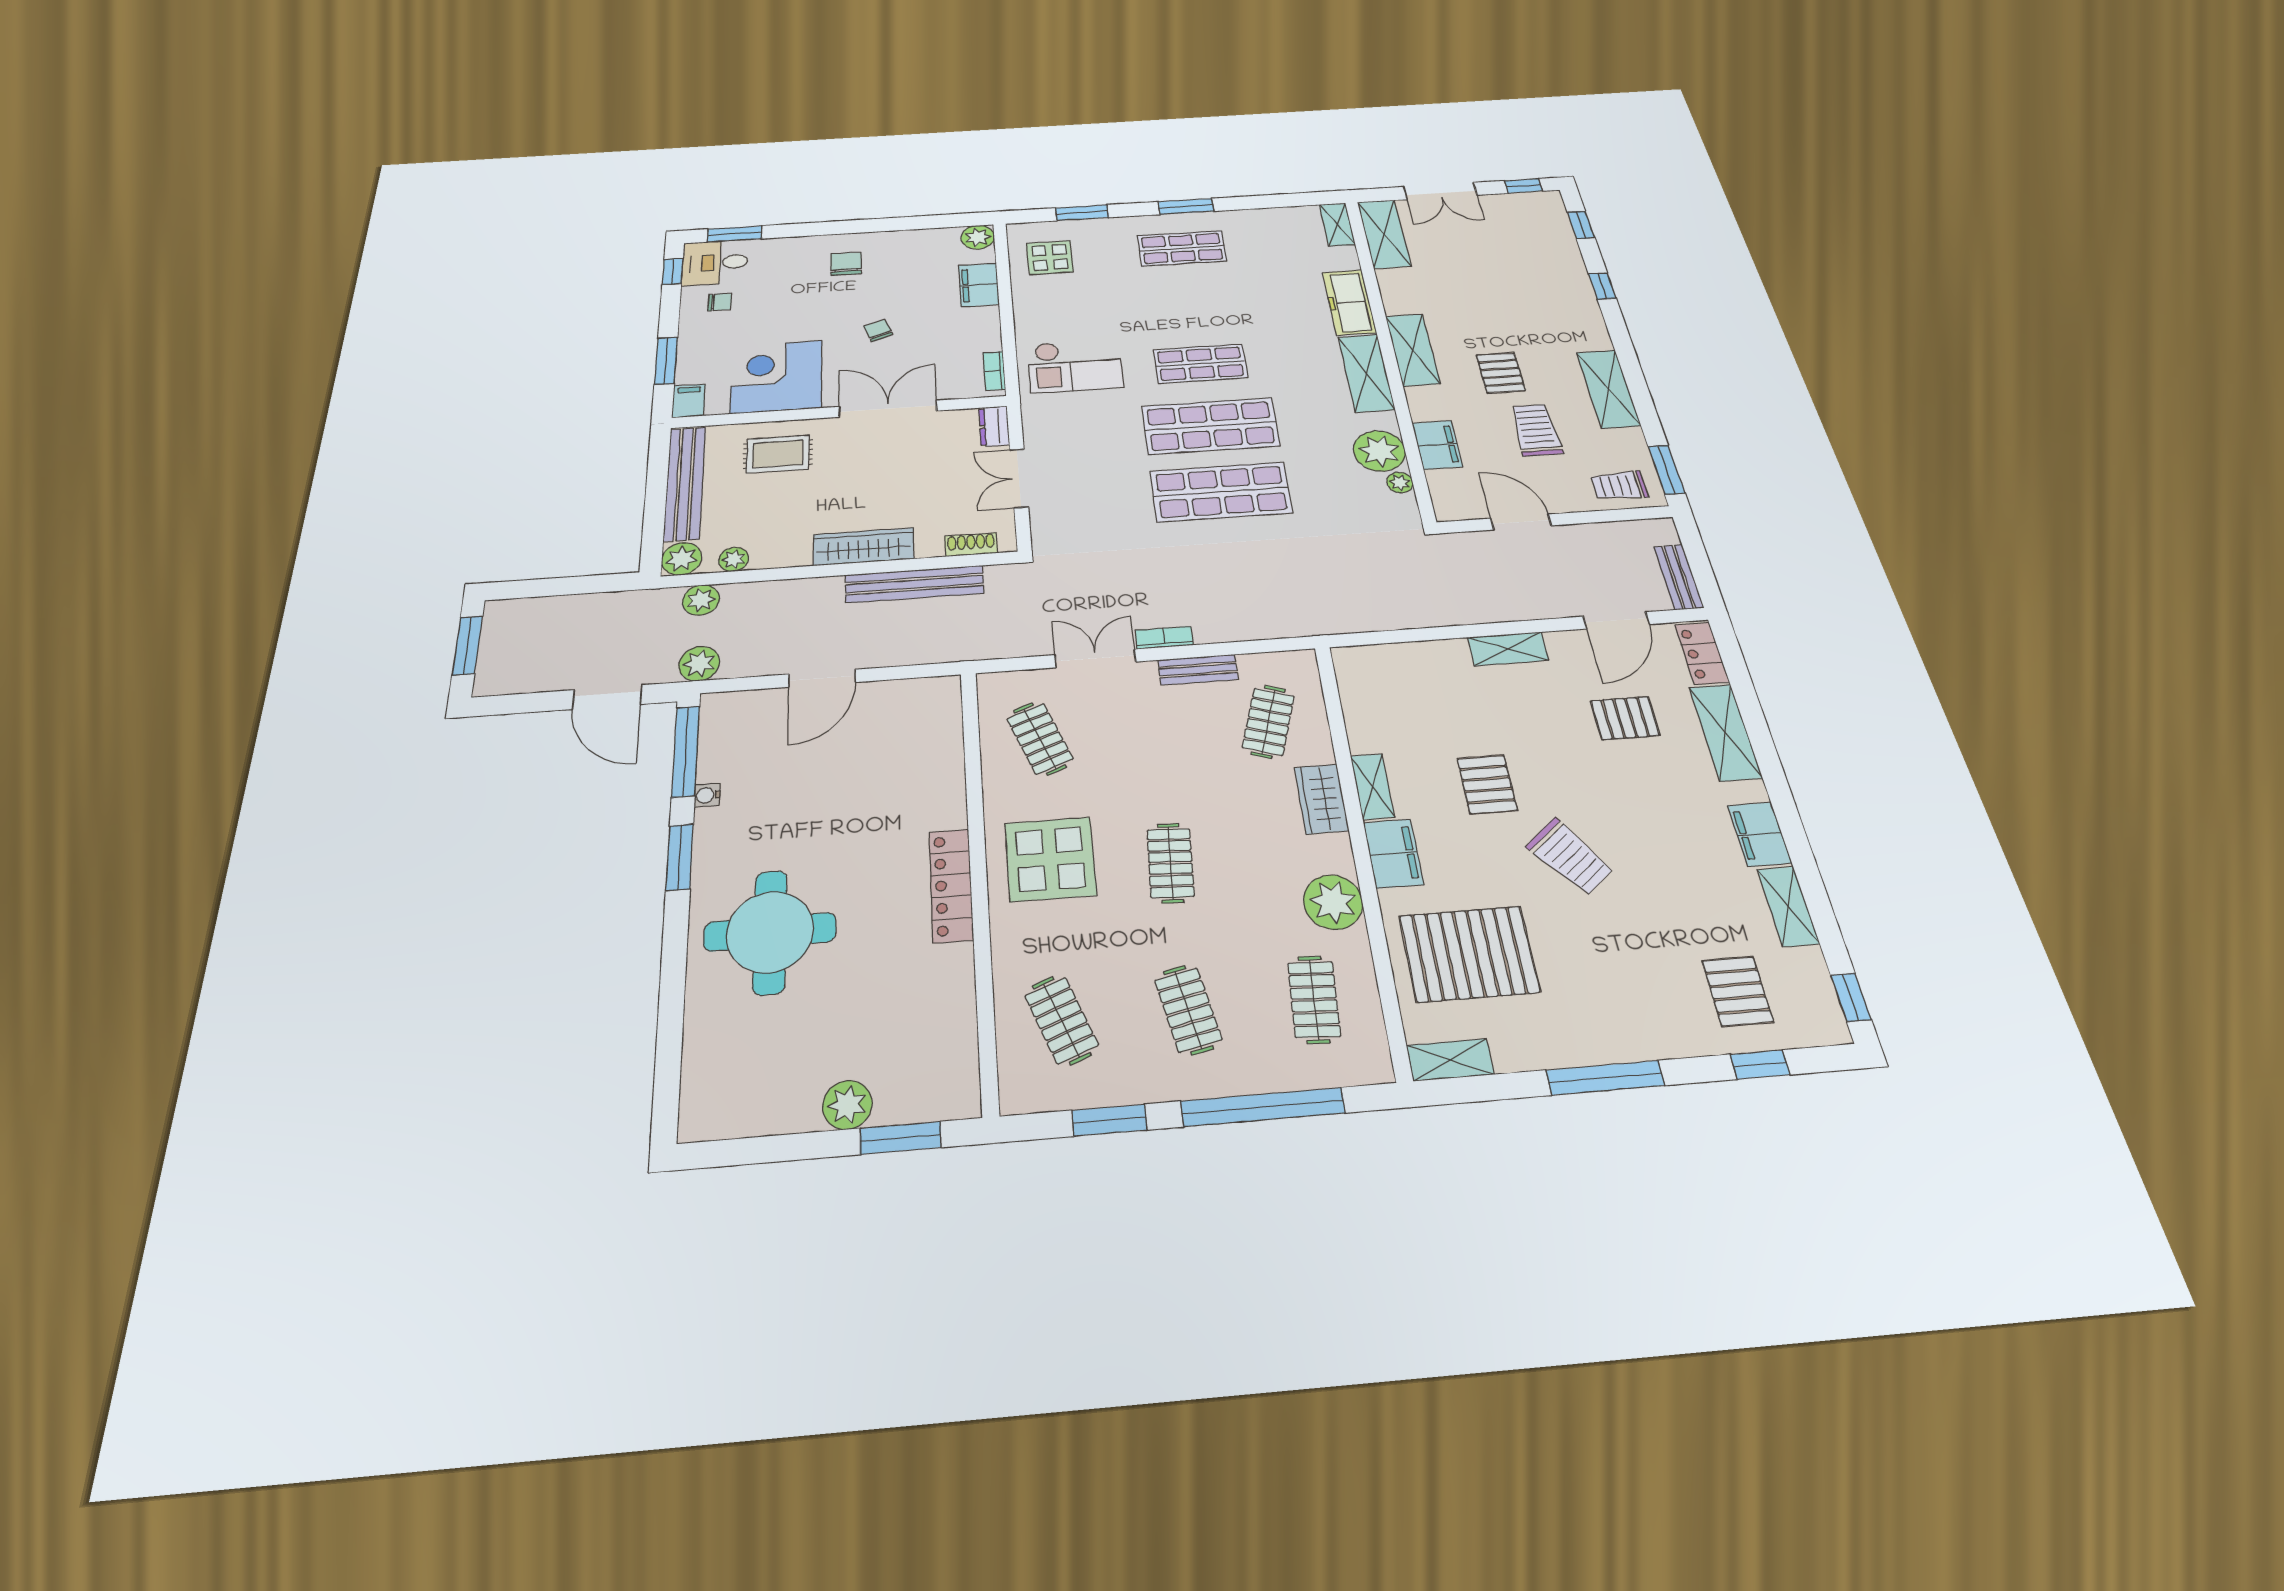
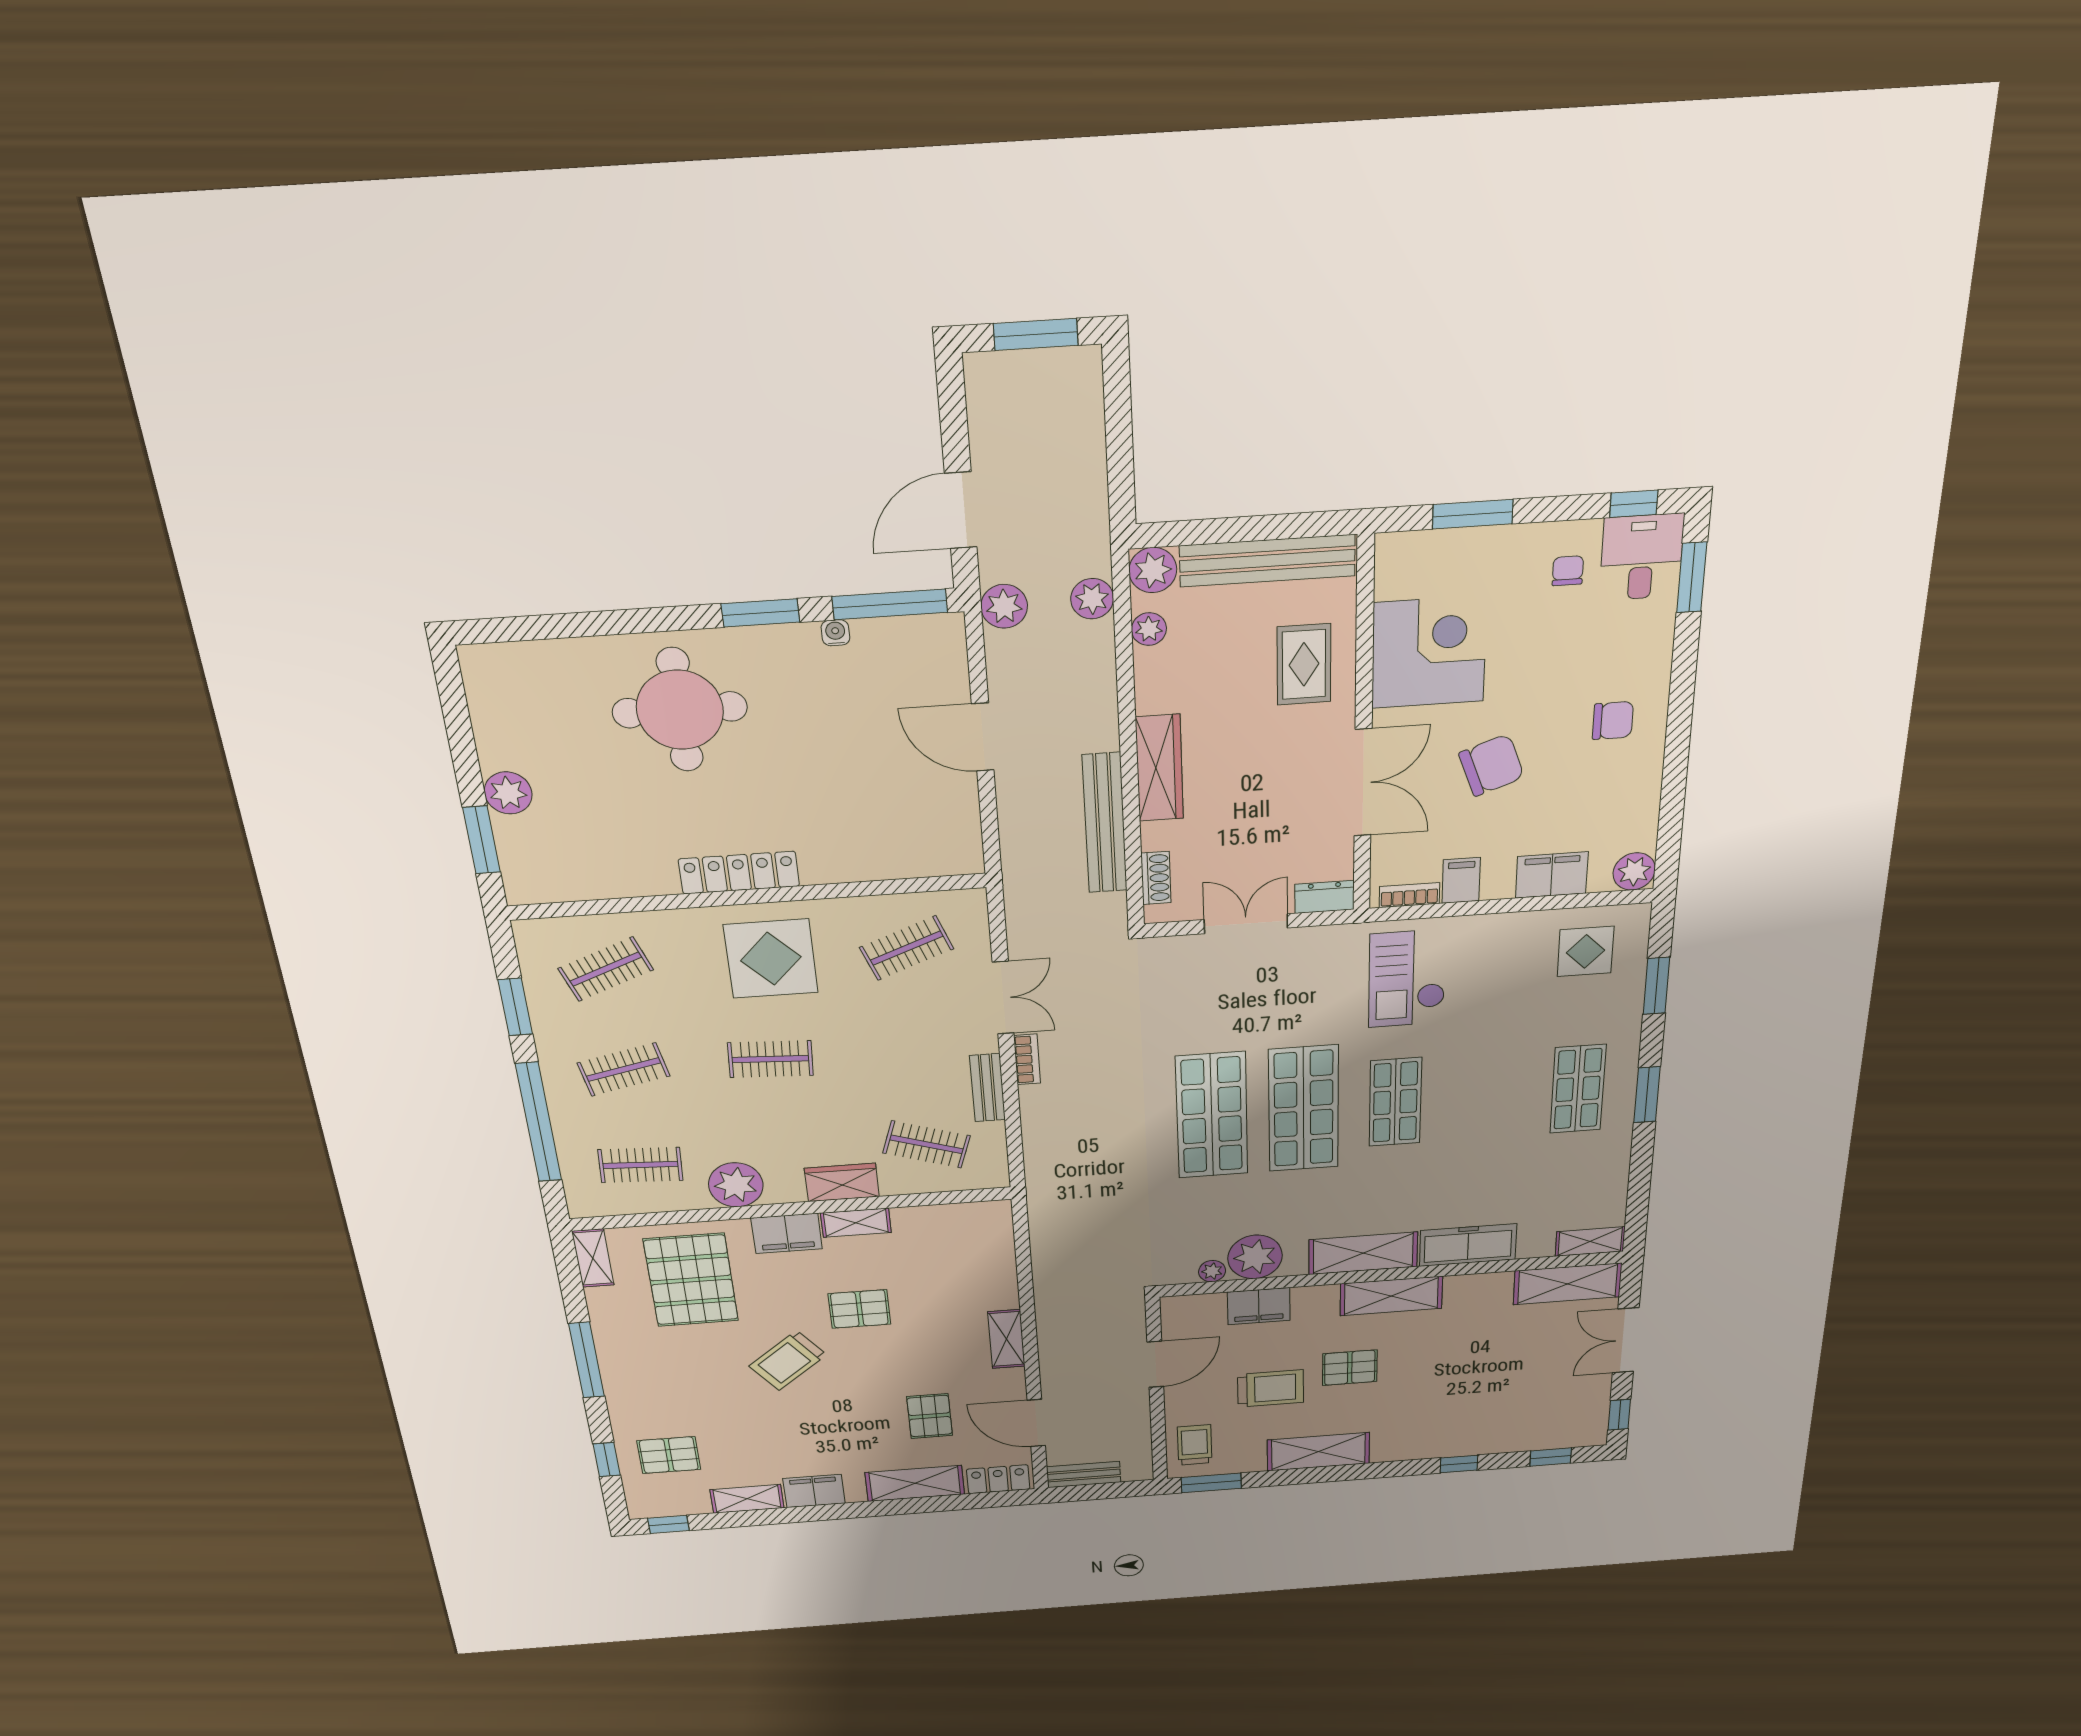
chair: (720, 302) -> (1568, 571), turned 180
chair: (878, 330) -> (1491, 765), width x1.87, depth x1.87
filing cabinet: (689, 401) -> (1461, 880), moved, turned -90

